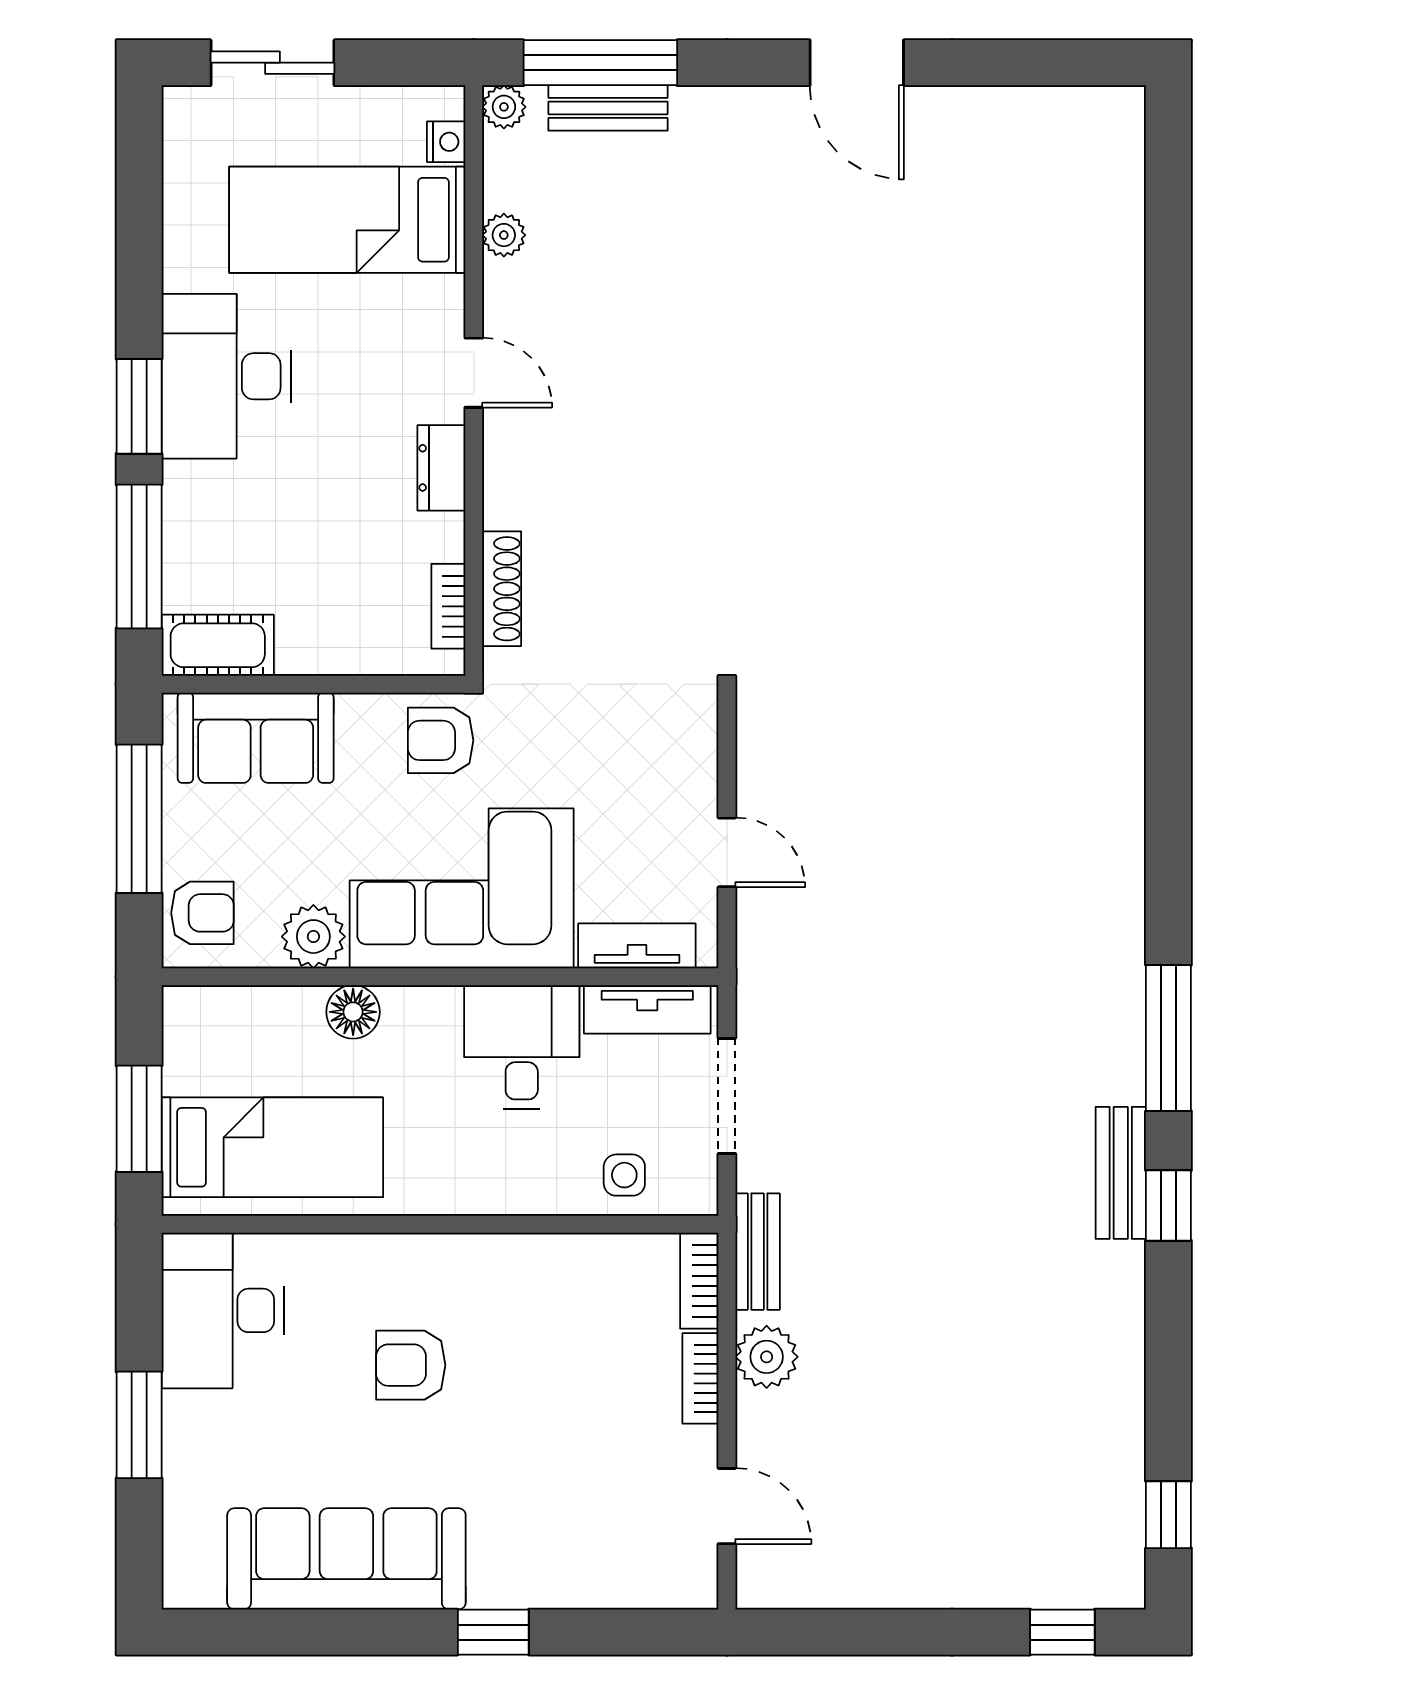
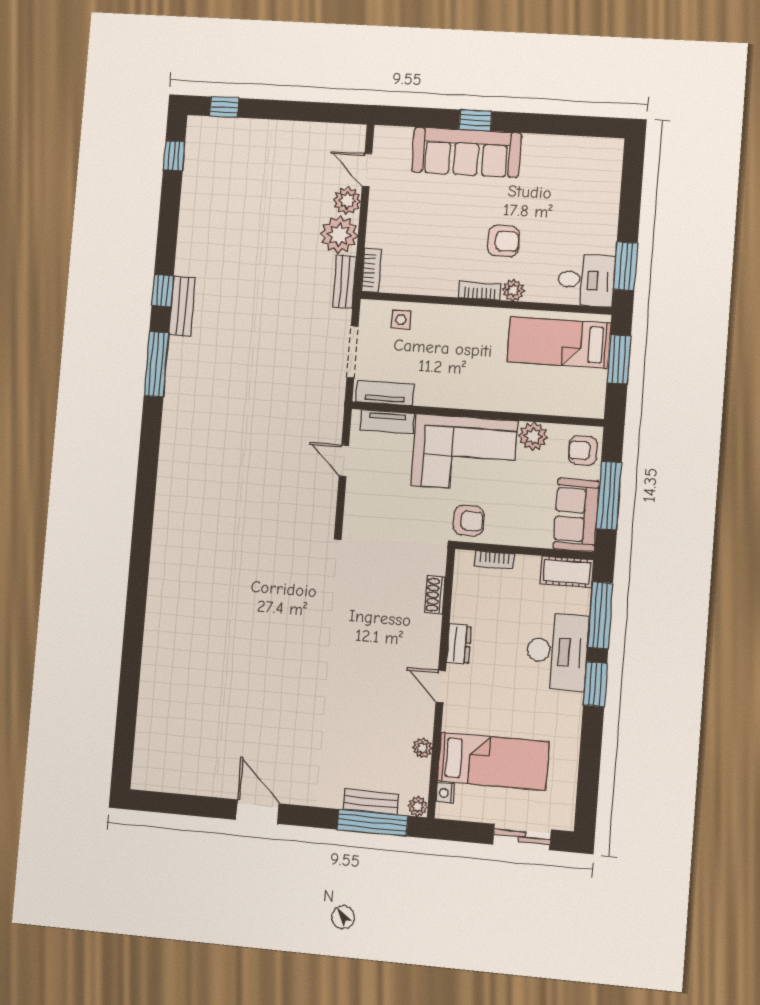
desk: (226, 376) -> (557, 651), moved
shoe rack: (502, 589) -> (435, 595), width x0.70
bookcase: (448, 606) -> (494, 560), moved, turned 90
sofa: (256, 738) -> (576, 515), moved, turned -90
floor lamp: (353, 1012) -> (518, 401), removed
desk: (522, 1047) -> (443, 380), removed
plant: (381, 1257) -> (513, 290), added
desk: (223, 1310) -> (586, 280), width x0.73
plant: (767, 1357) -> (339, 235), width x1.36, depth x1.36
bookcase: (700, 1378) -> (480, 291), moved, turned -90
window: (139, 1425) -> (626, 266), moved
plant: (766, 1435) -> (347, 201), added
sofa: (346, 1559) -> (466, 152), moved

